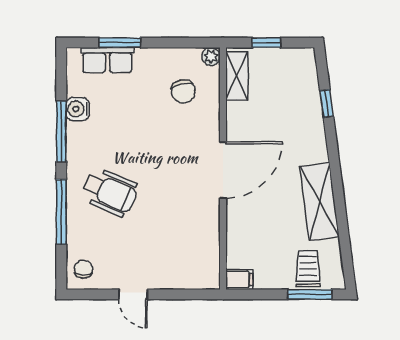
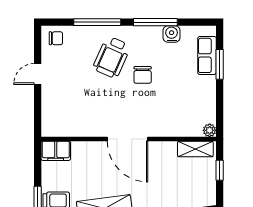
chair: (183, 91) -> (143, 75), moved, turned -78
filing cabinet: (239, 279) -> (56, 151), width x2.00

